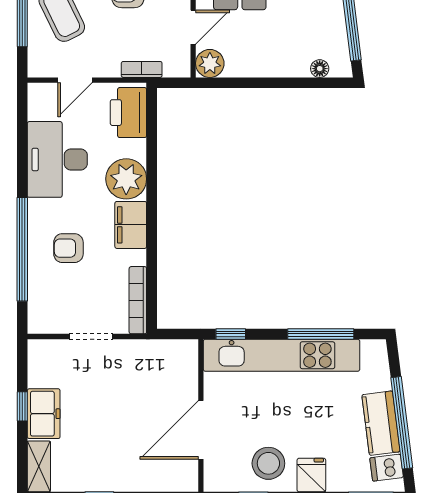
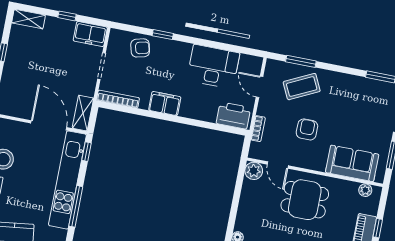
plant: (126, 179) -> (193, 106), removed
armchair: (68, 248) -> (140, 48), moved, turned 76
window: (22, 249) -> (163, 35), width x0.32
shelving: (171, 351) -> (83, 113), added
freezer: (44, 414) -> (90, 34), moved
door: (201, 430) -> (49, 125), moved

